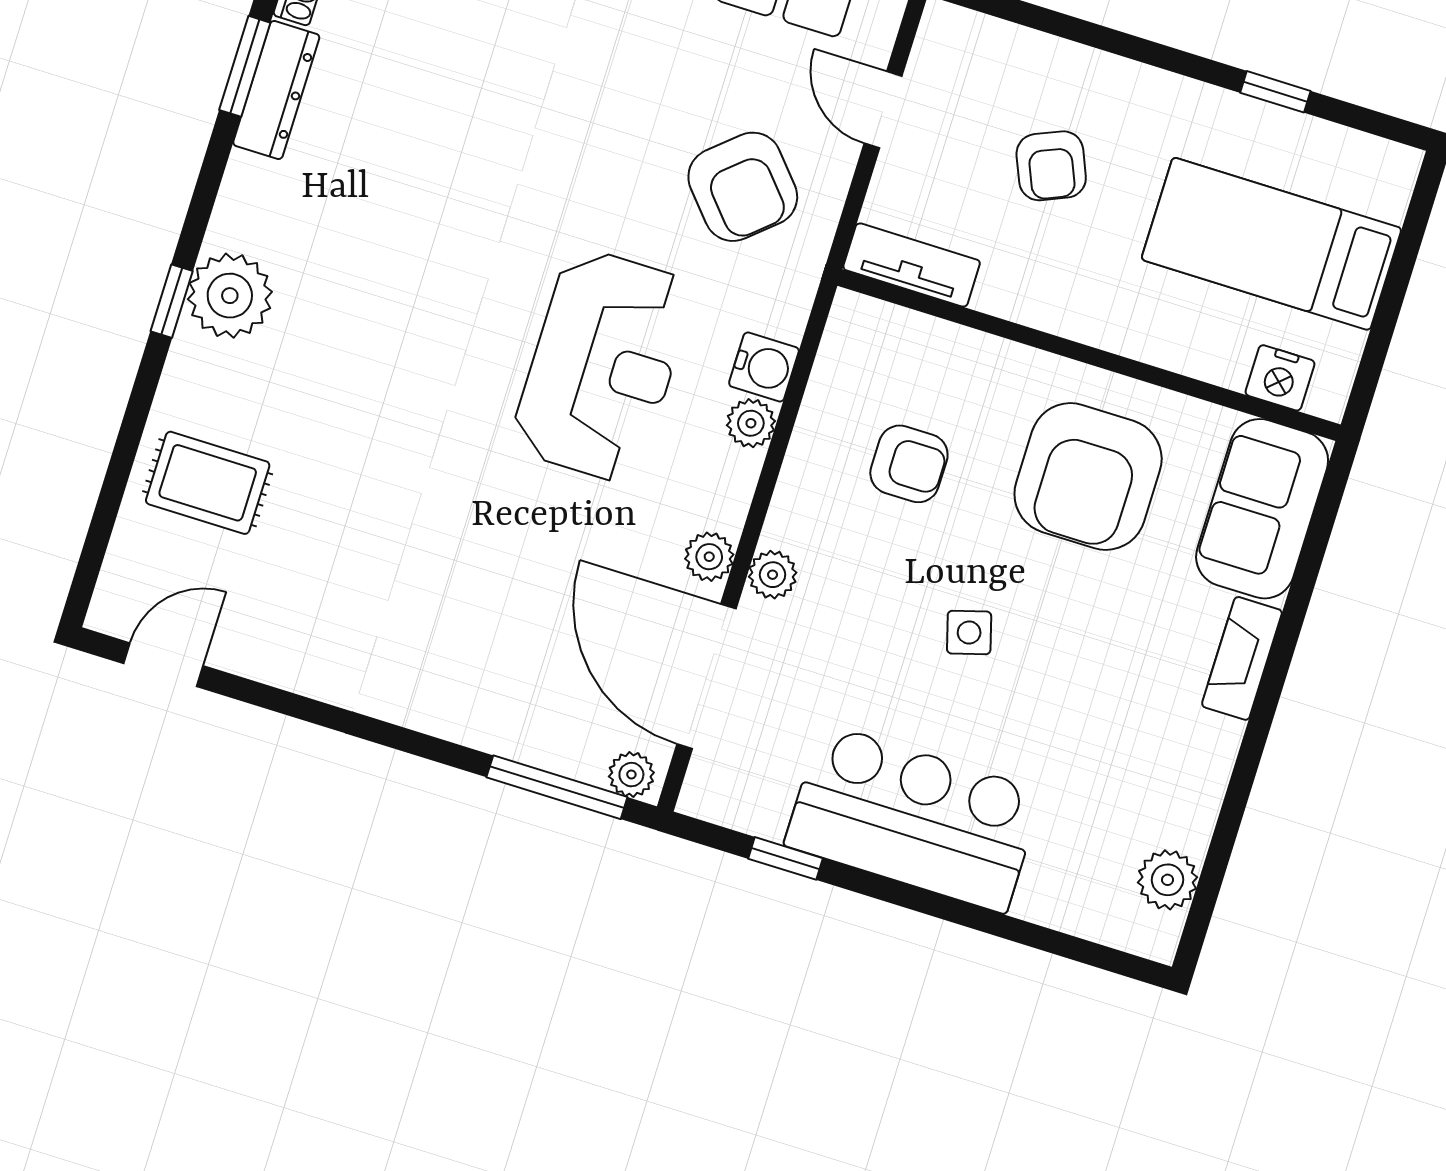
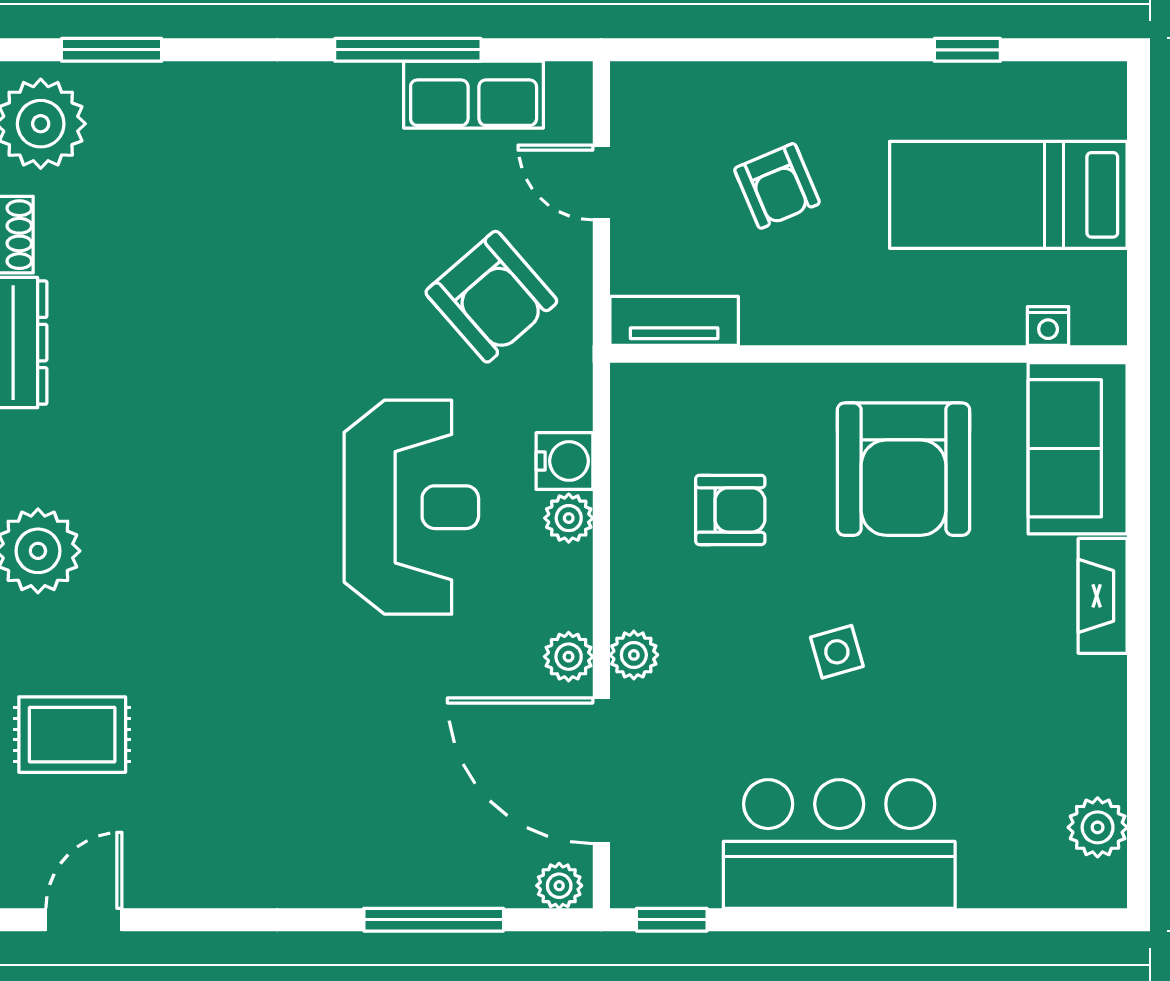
nightstand: (1280, 378) -> (1048, 326), width x0.72, depth x0.74
window: (557, 787) -> (434, 920), moved
window: (786, 858) -> (672, 920), moved

